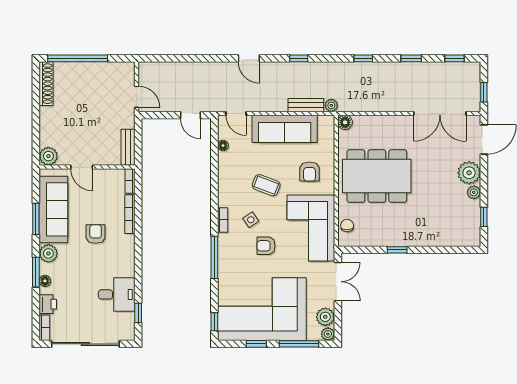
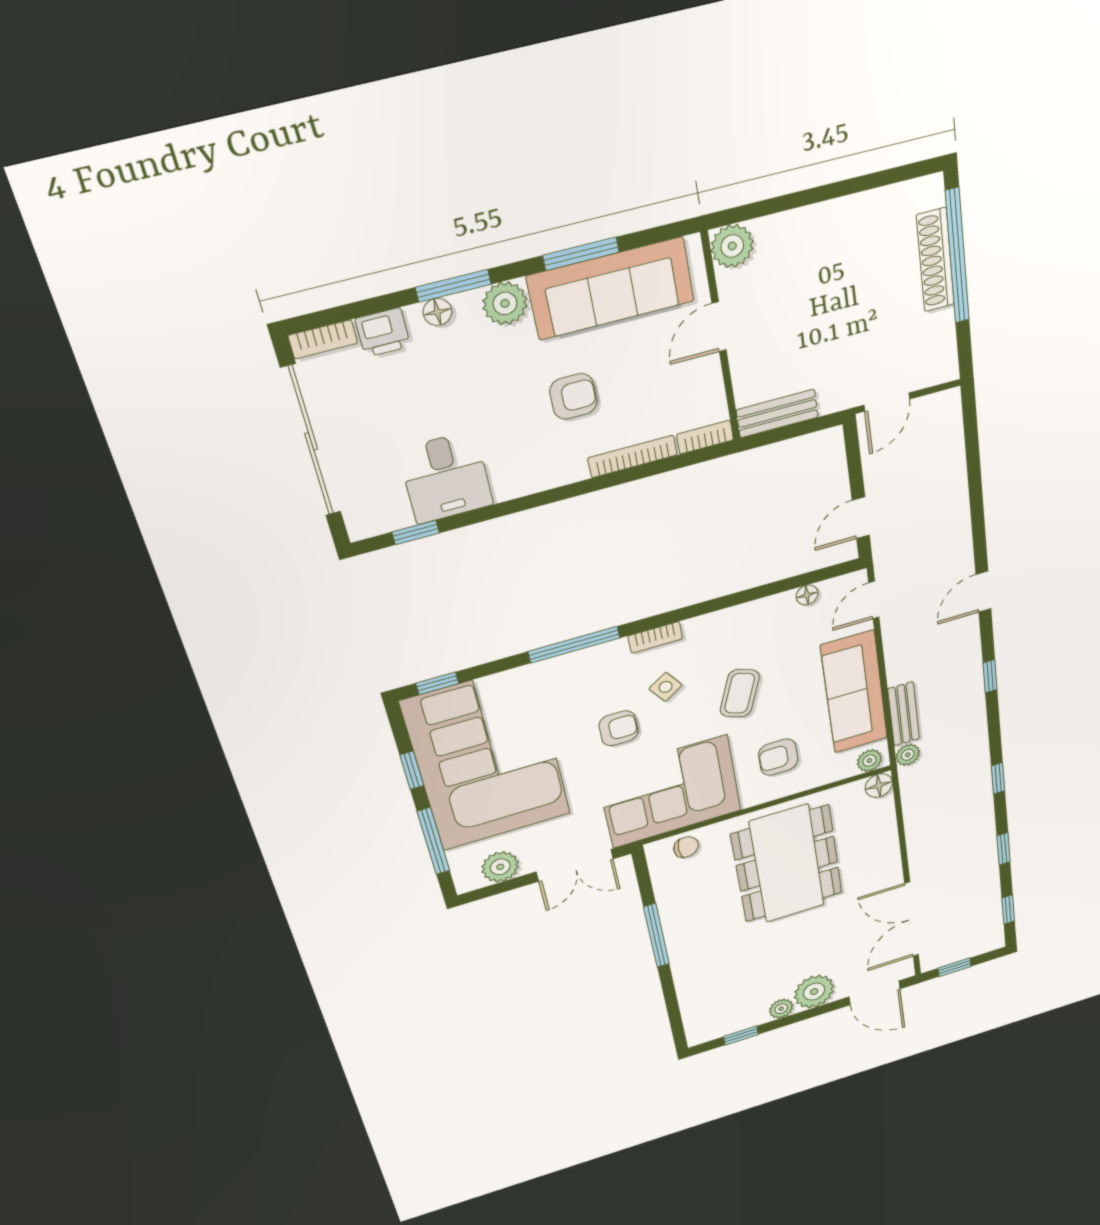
shoe rack: (46, 84) -> (935, 260), moved, turned 90
armchair: (266, 246) -> (618, 728), turned 90
window: (397, 250) -> (656, 935), width x2.17
plant: (328, 334) -> (869, 761), moved

